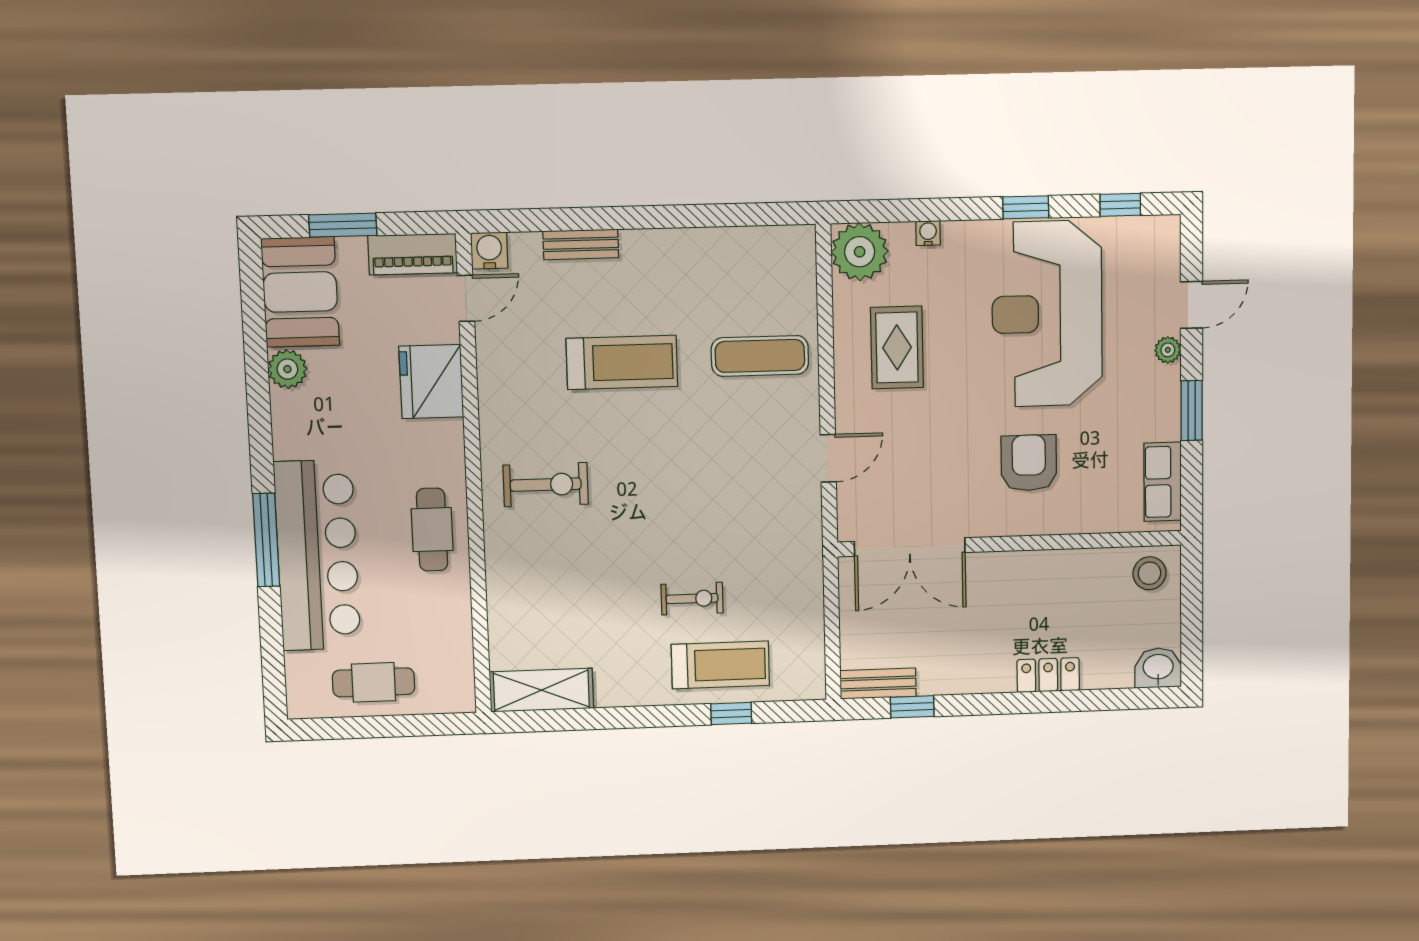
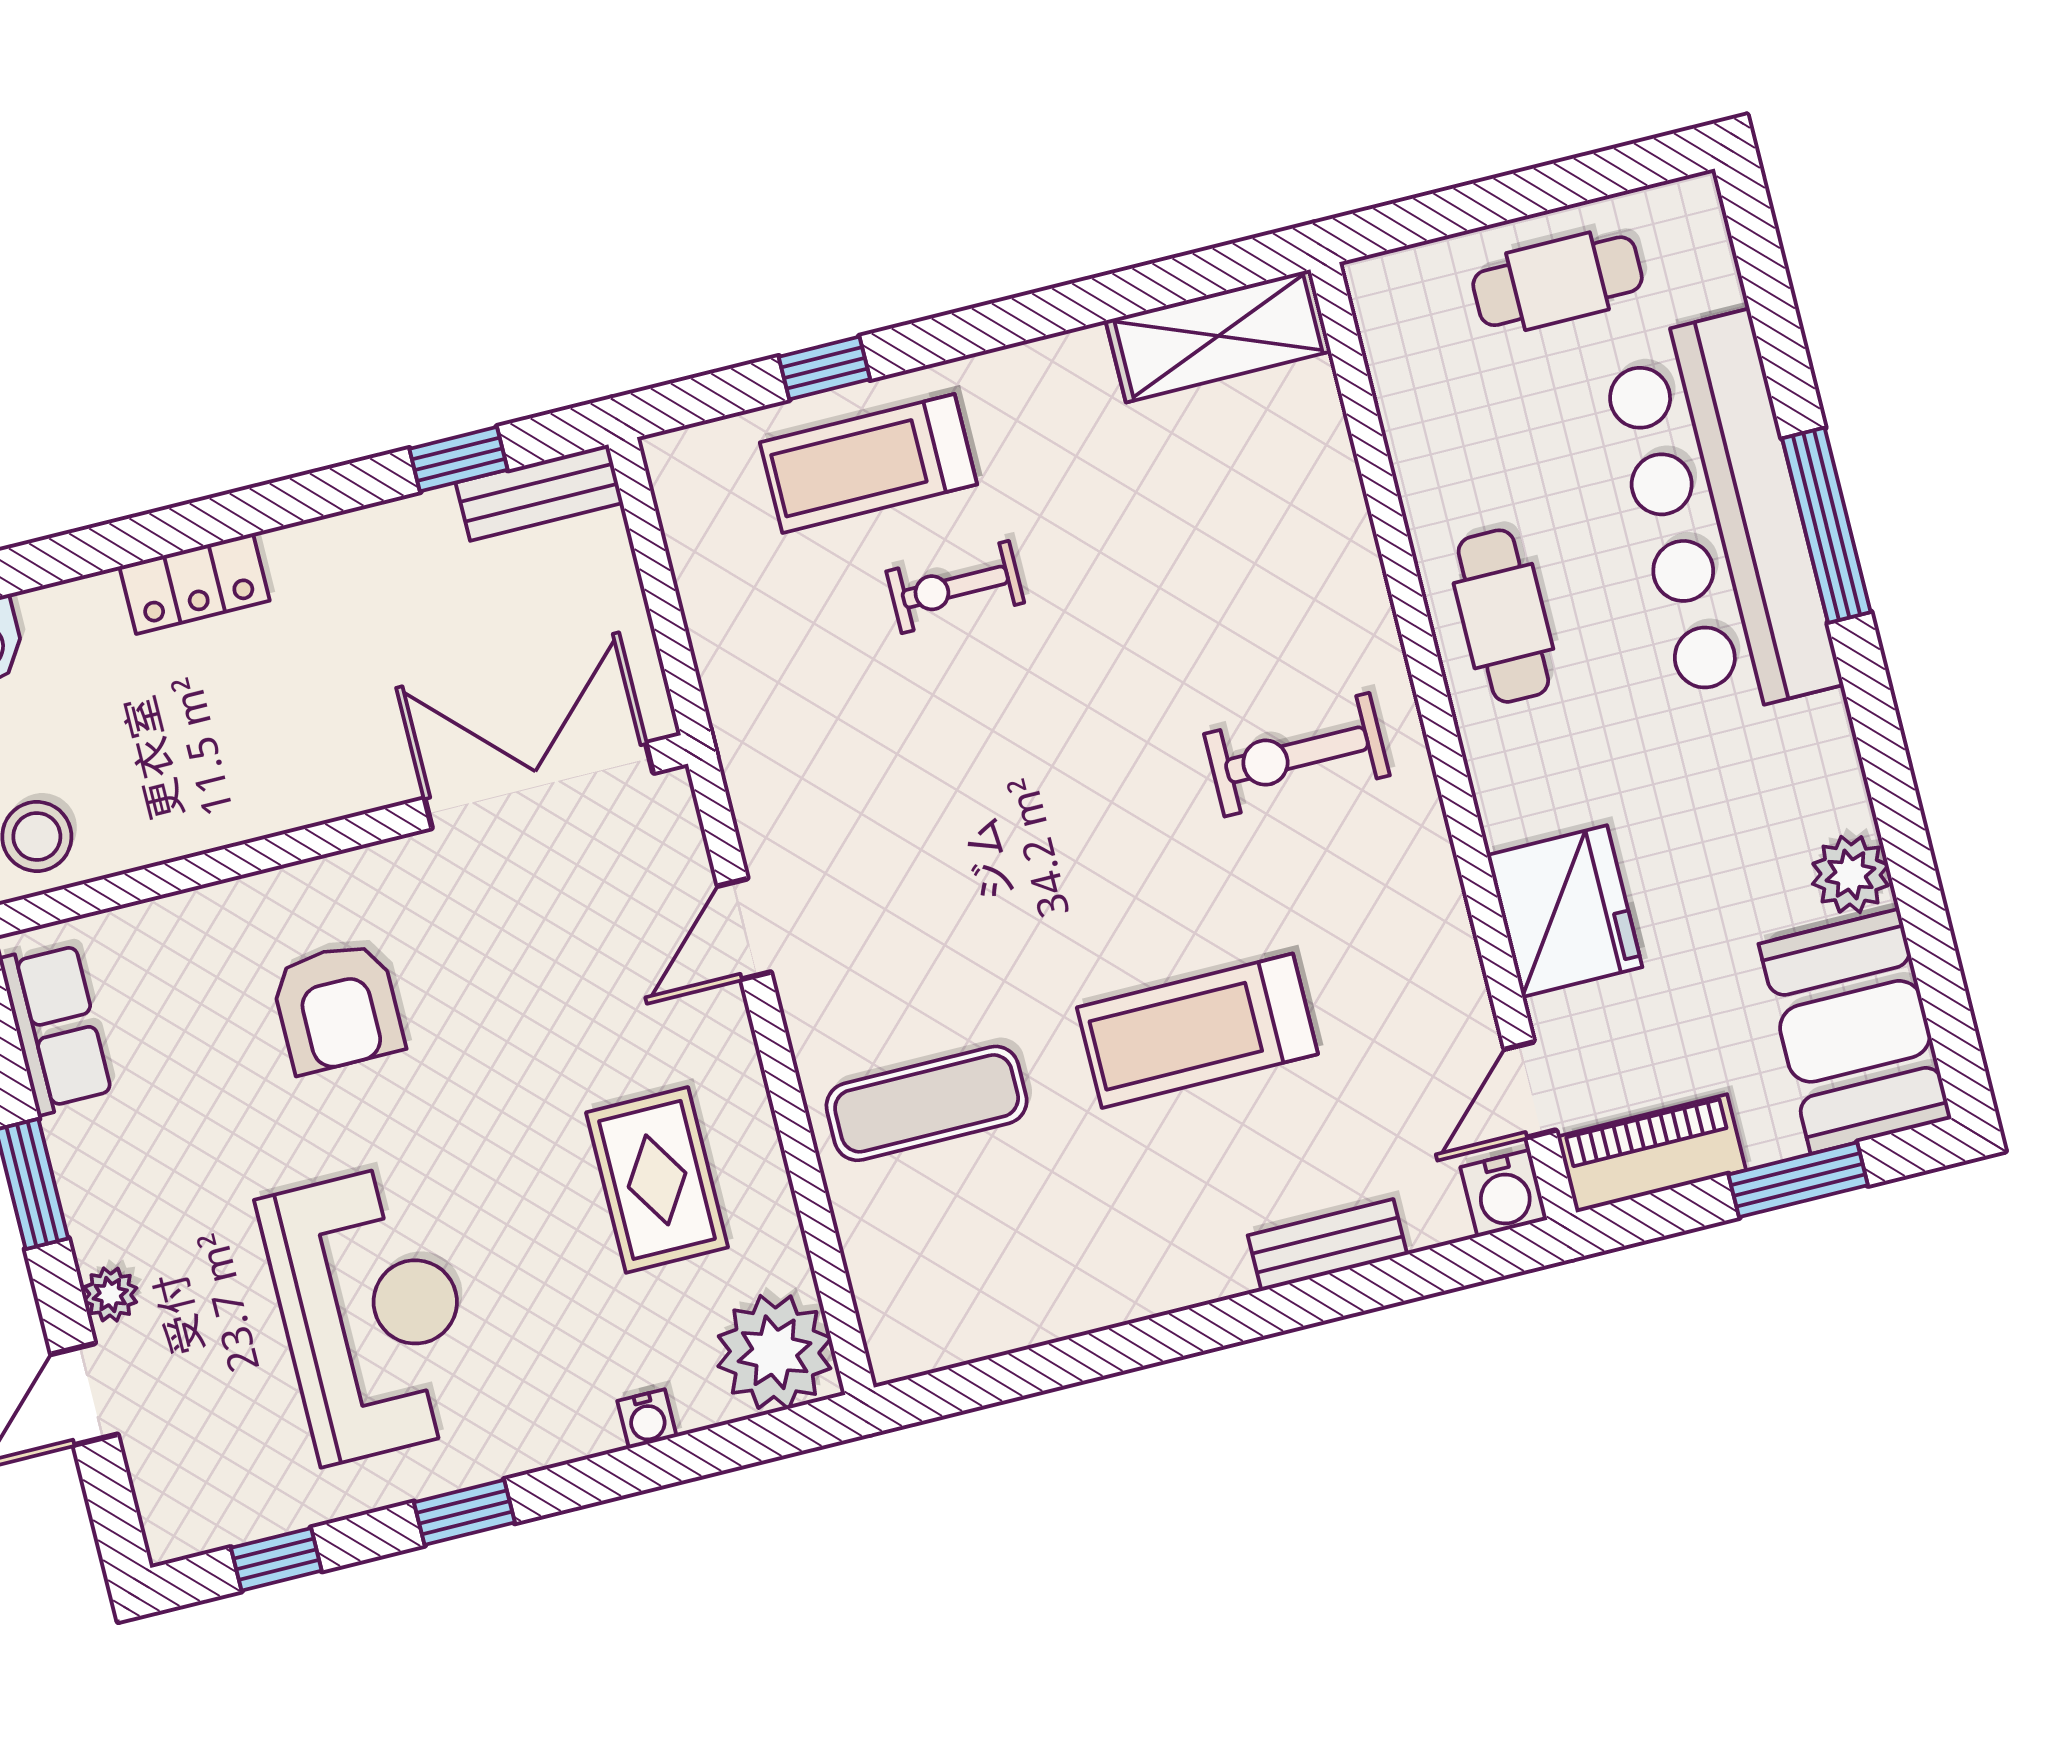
reception desk: (1047, 314) -> (371, 1313), width x0.74, depth x0.77

